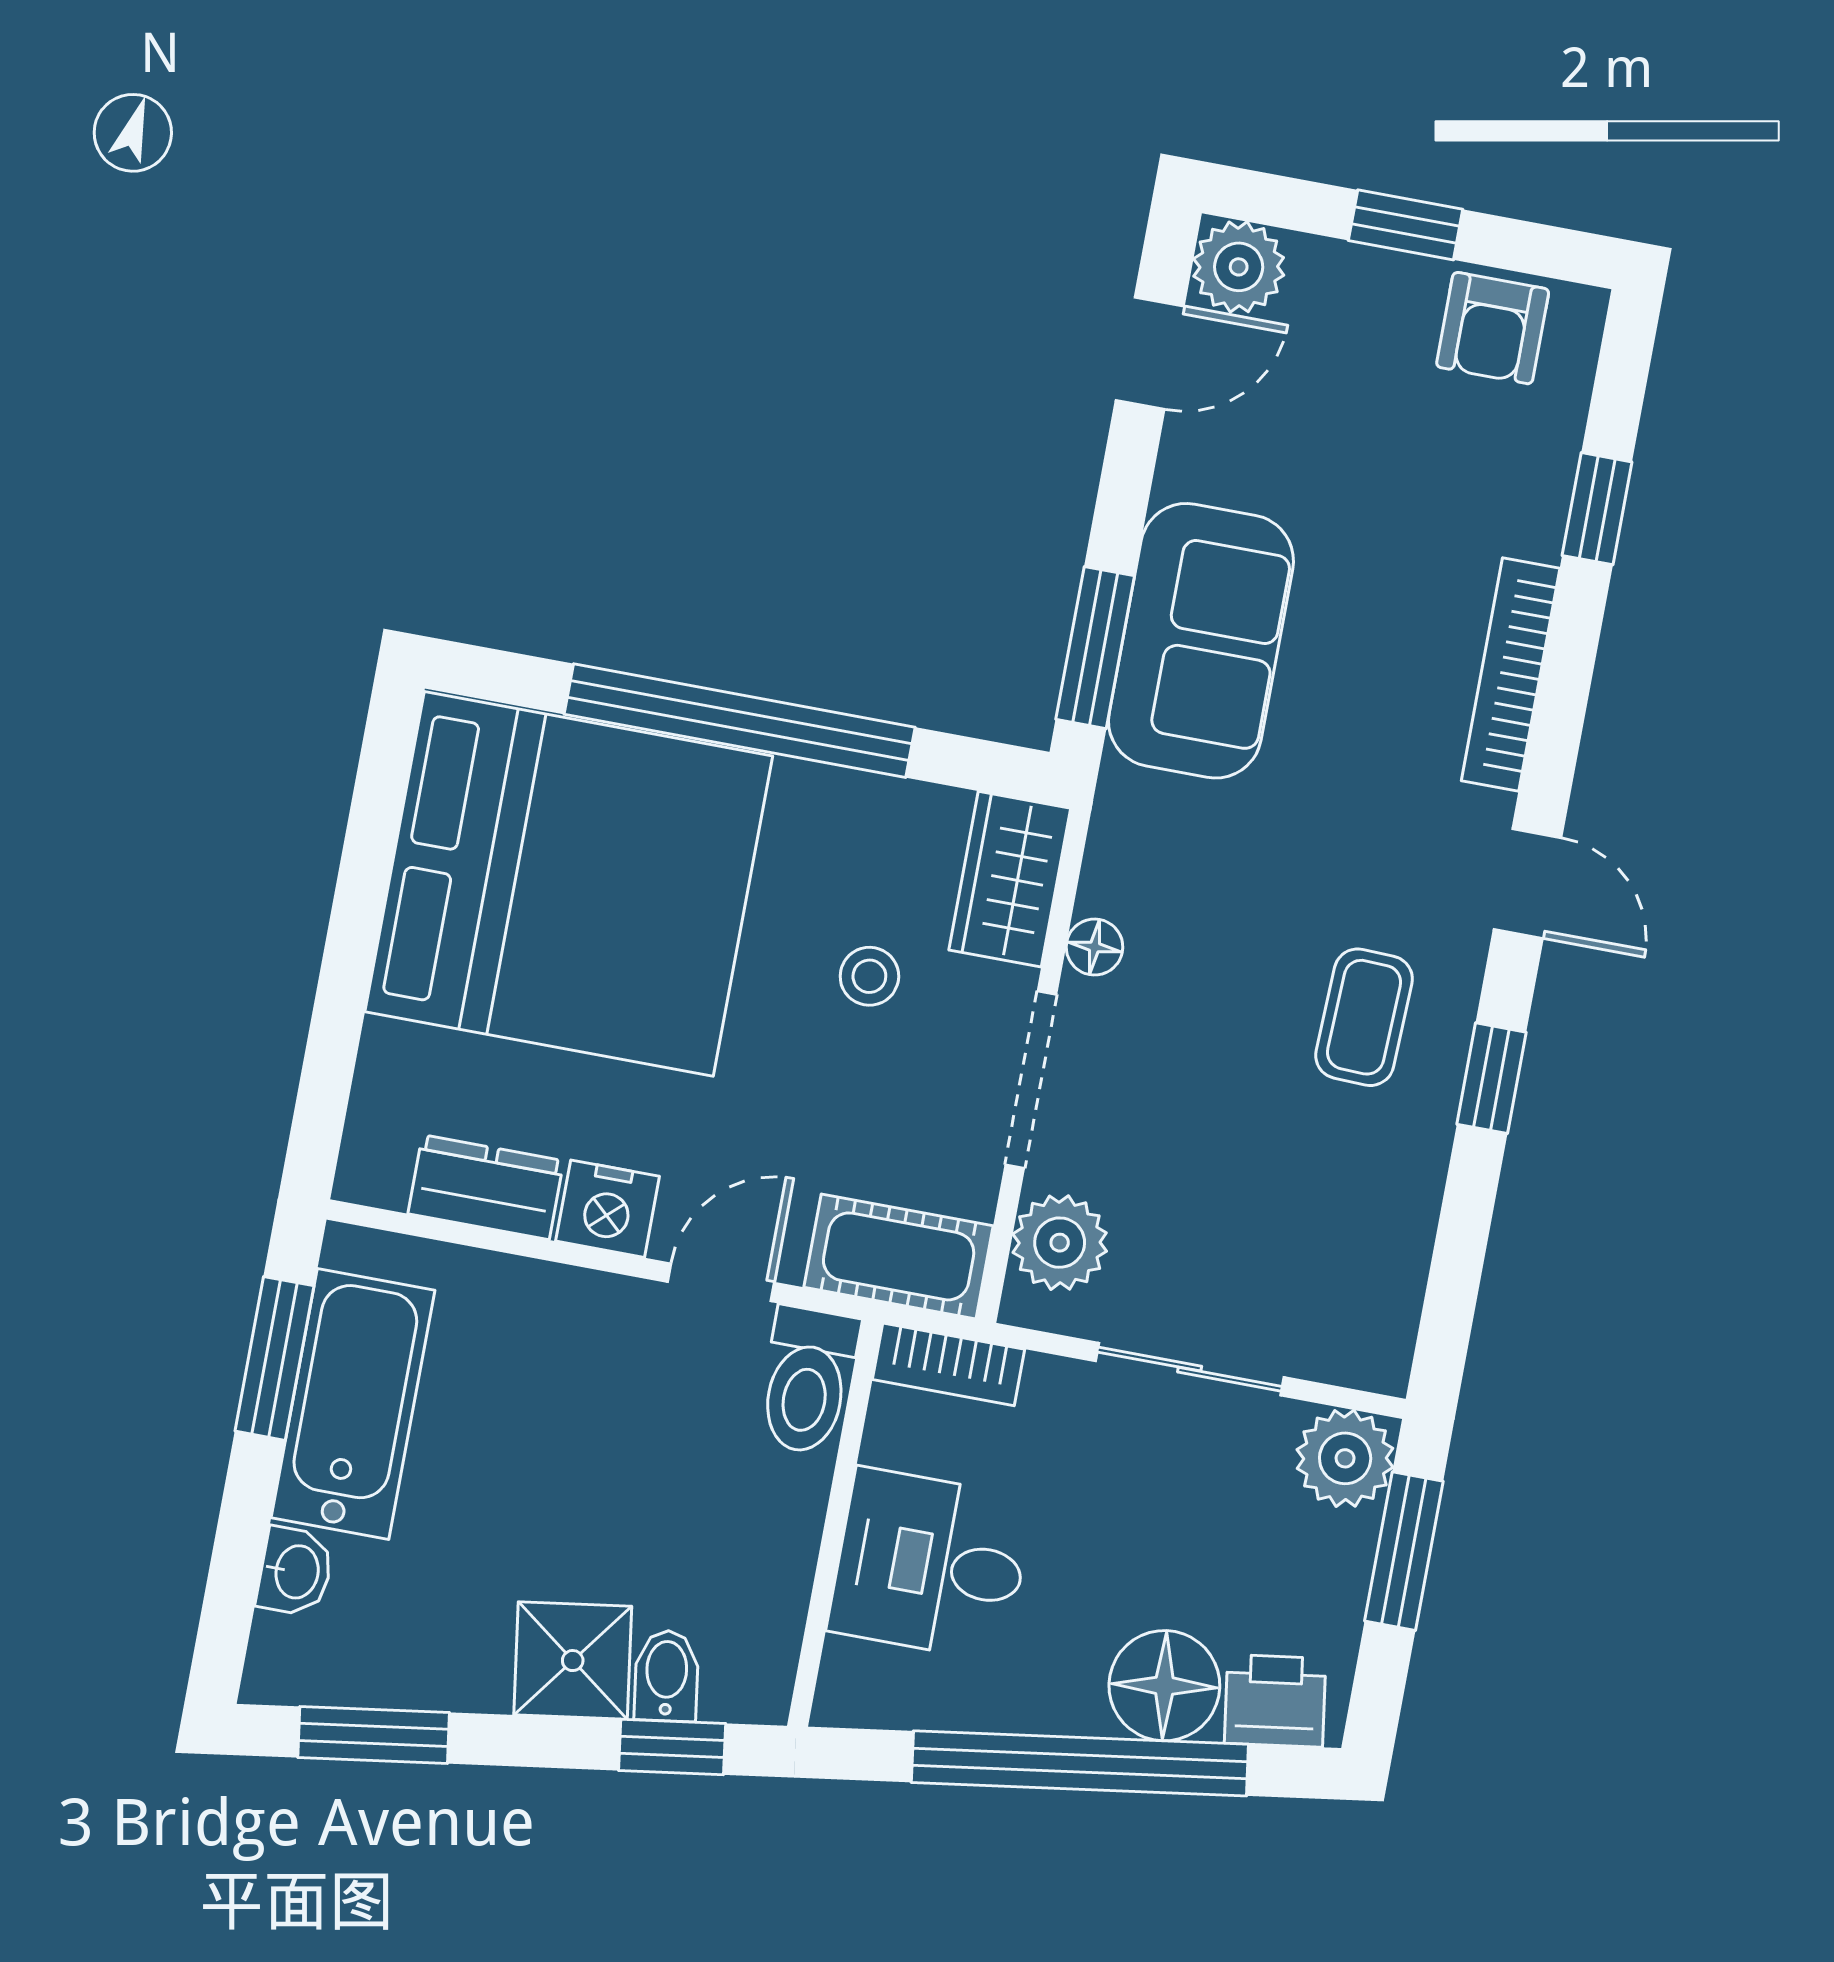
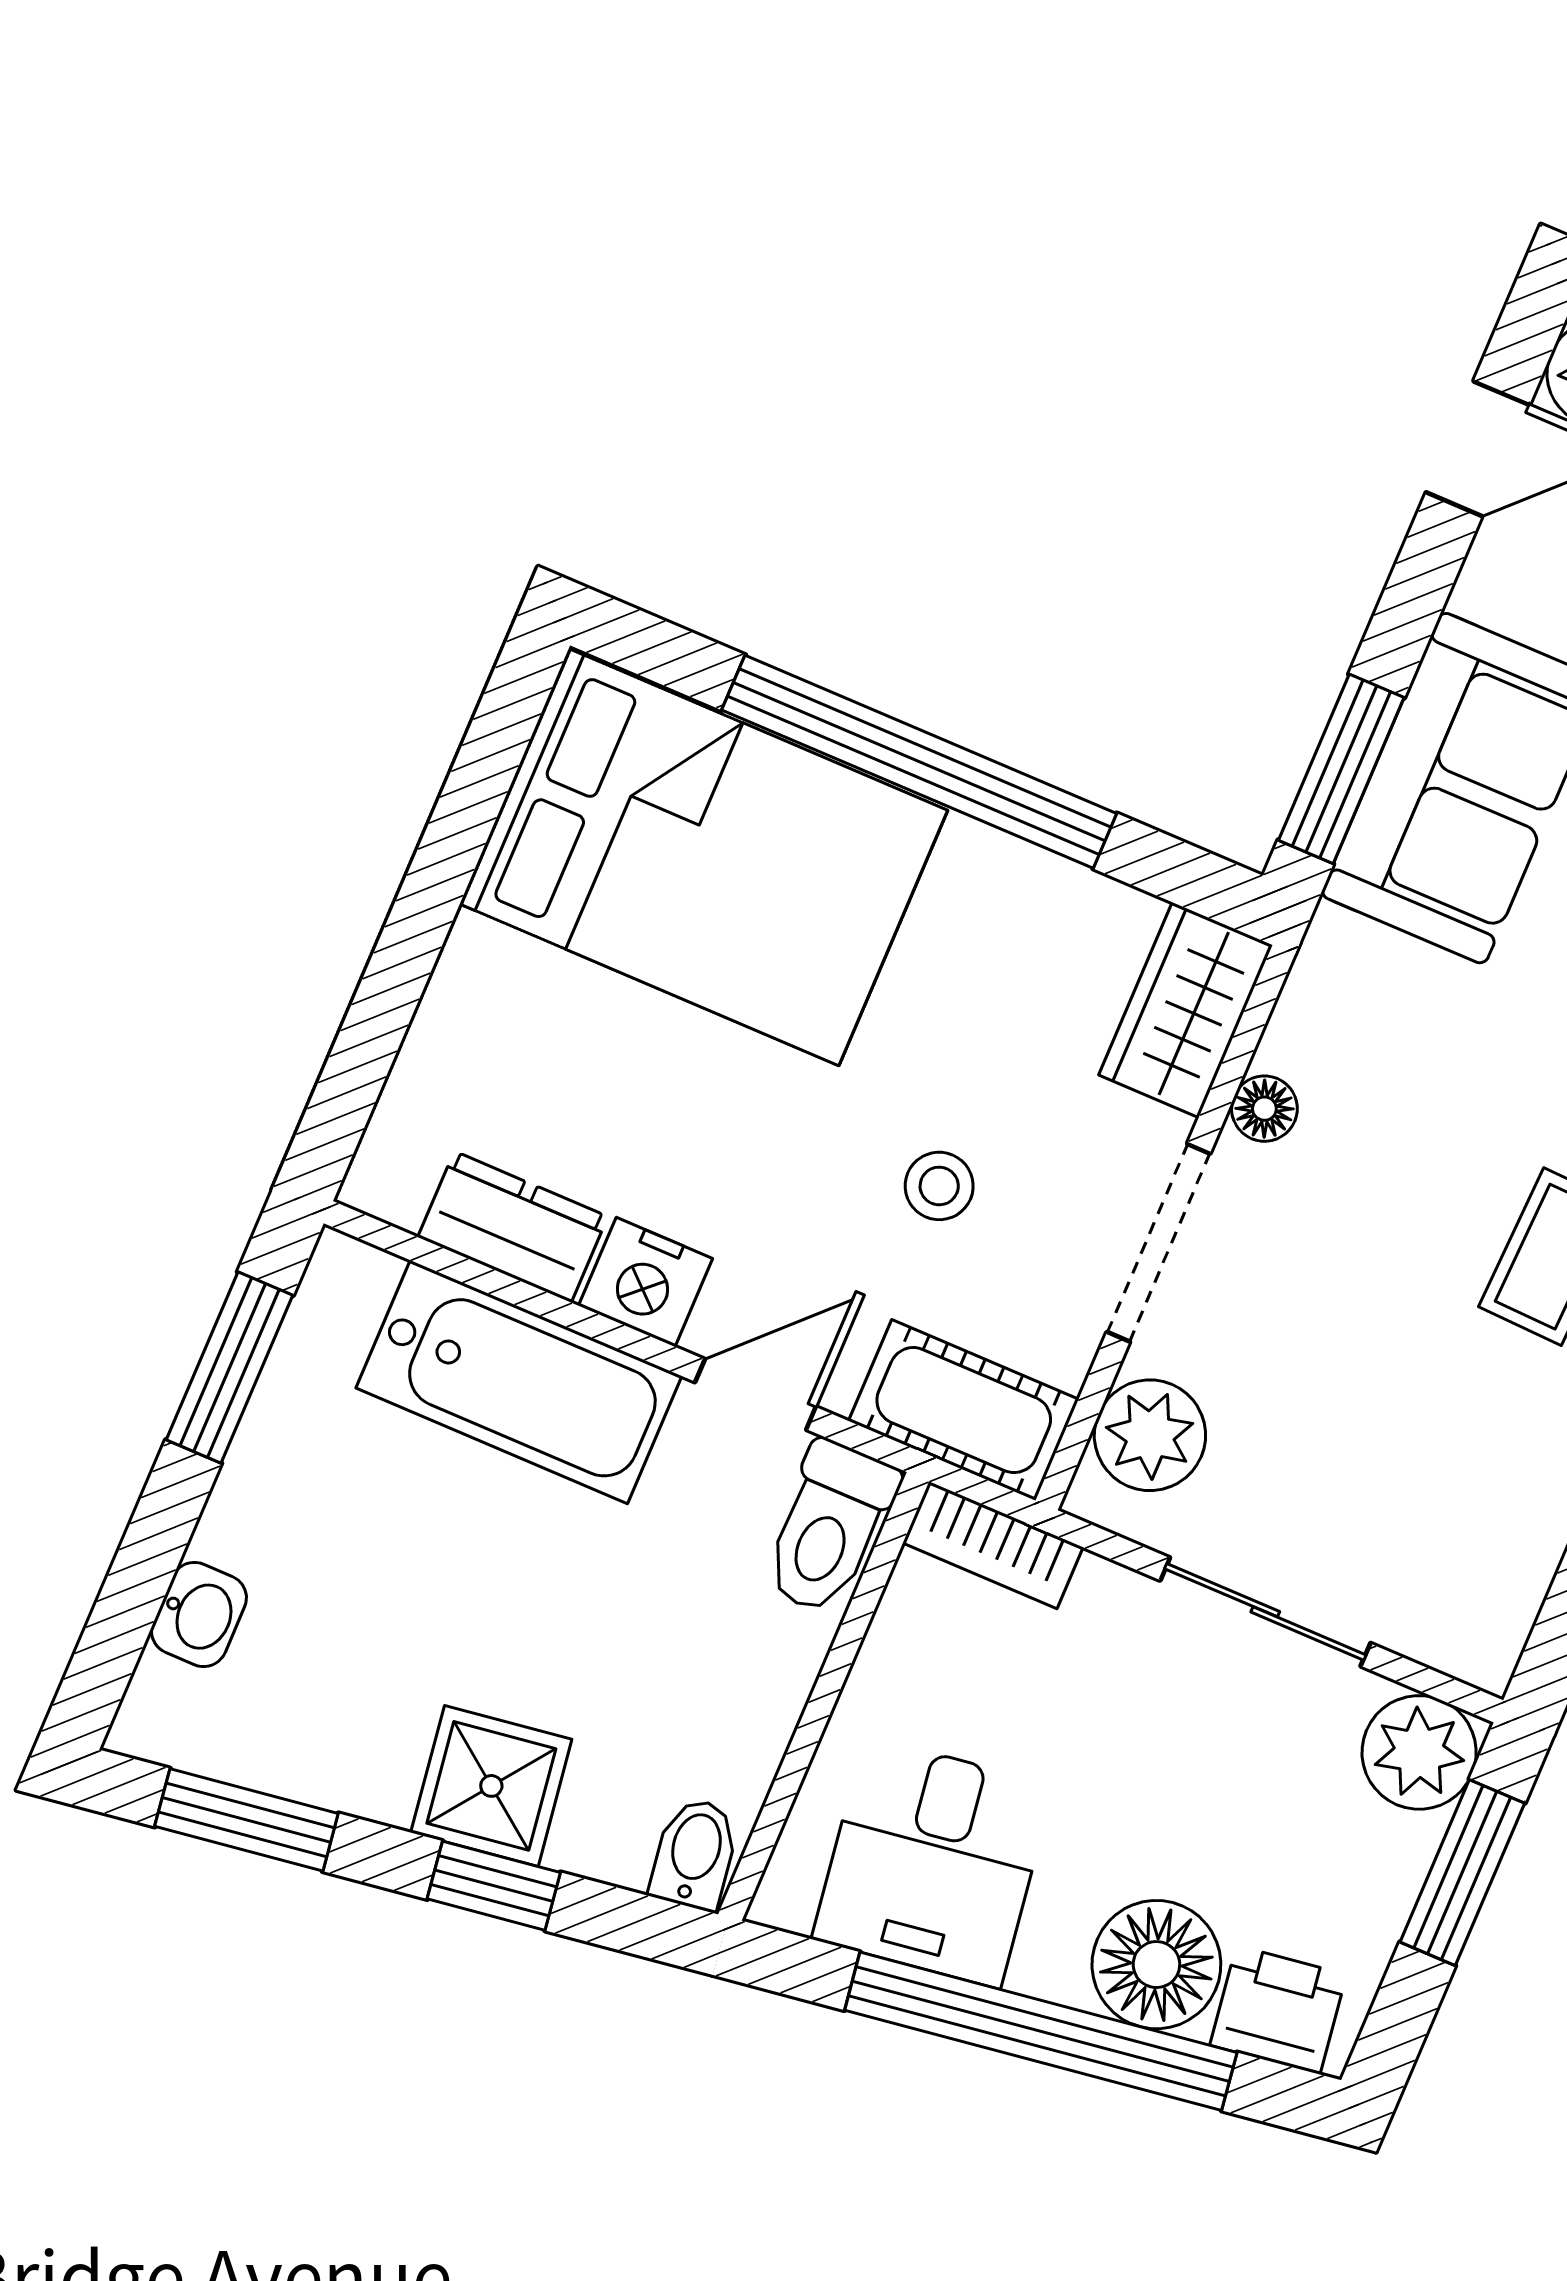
bed: (569, 884) -> (704, 857), width x0.73
stool: (869, 976) -> (939, 1186), moved
bathtub: (353, 1404) -> (519, 1382), moved, turned 90
desk: (931, 1564) -> (933, 1862), moved, turned -98
bidet: (666, 1676) -> (695, 1854), moved
window: (672, 1747) -> (494, 1886), moved

